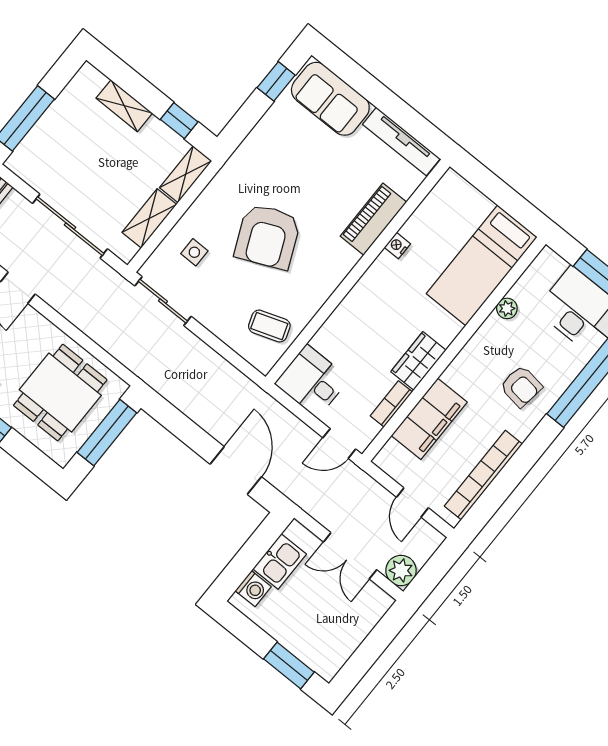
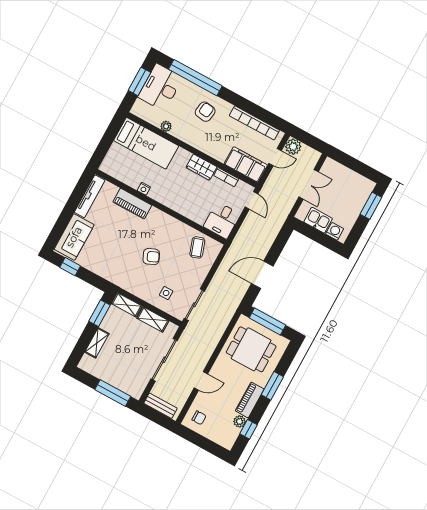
window: (179, 121) -> (100, 313), width x1.50
armchair: (268, 237) -> (151, 257), width x0.53, depth x0.53
filing cabinet: (429, 419) -> (246, 164), moved
door: (236, 470) -> (262, 275), moved
plant: (401, 570) -> (293, 147), moved

